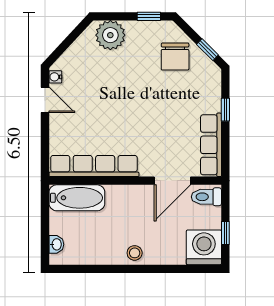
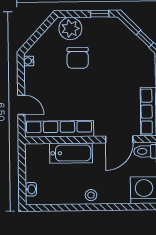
chair: (175, 56) -> (78, 58), moved
door: (45, 100) -> (21, 105), moved
bathtub: (77, 198) -> (71, 153), moved

